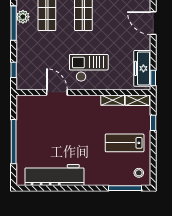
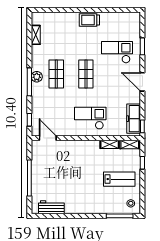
door: (57, 92) -> (48, 138), moved
lab bench: (125, 143) -> (119, 179), turned 180
workbench: (54, 175) -> (51, 207), width x0.53, depth x0.76

